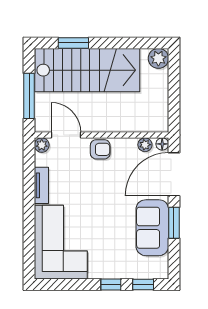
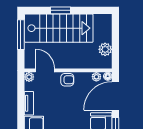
window: (73, 43) -> (60, 10), moved
plant: (158, 58) -> (105, 49), moved
window: (29, 96) -> (21, 35), moved

